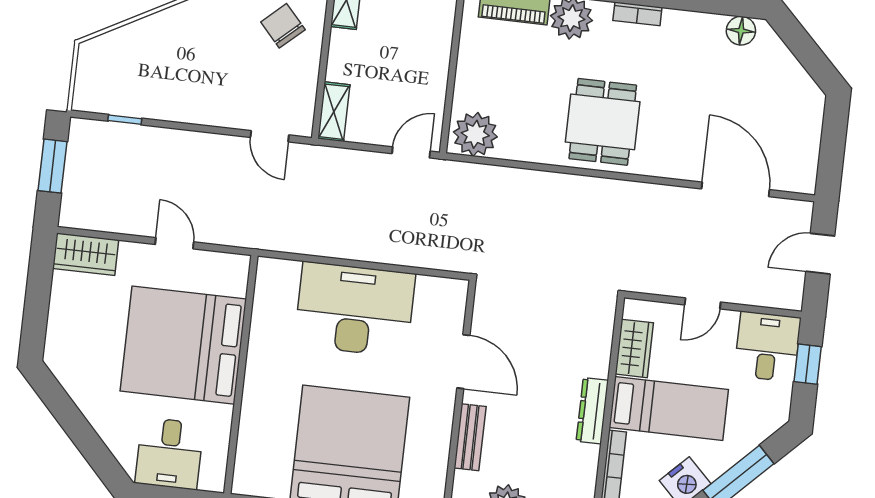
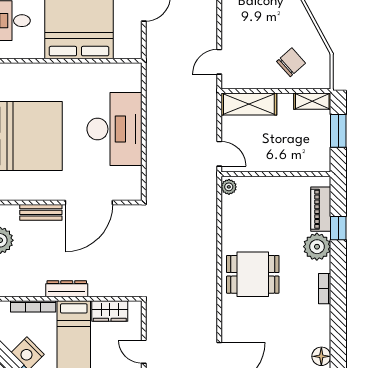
shelving: (334, 112) -> (249, 104), width x1.50, depth x1.33
plant: (475, 134) -> (229, 187), width x0.53, depth x0.53
door: (463, 362) -> (89, 202), width x1.36

